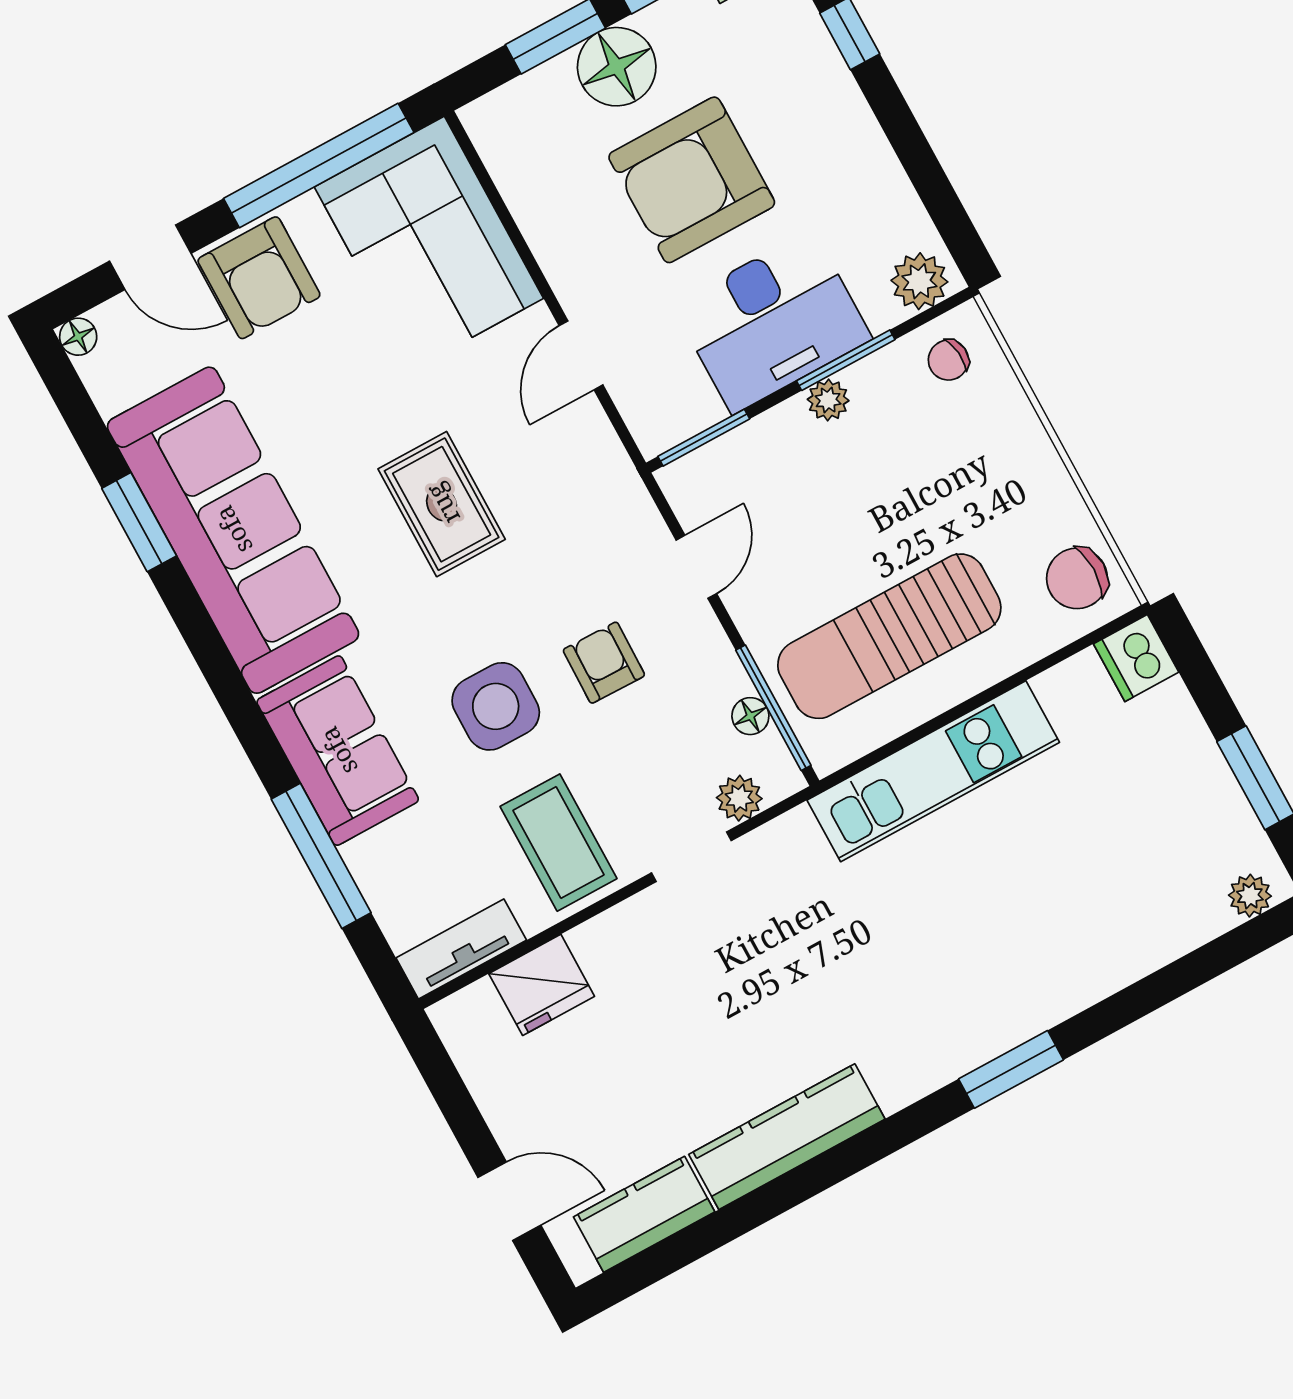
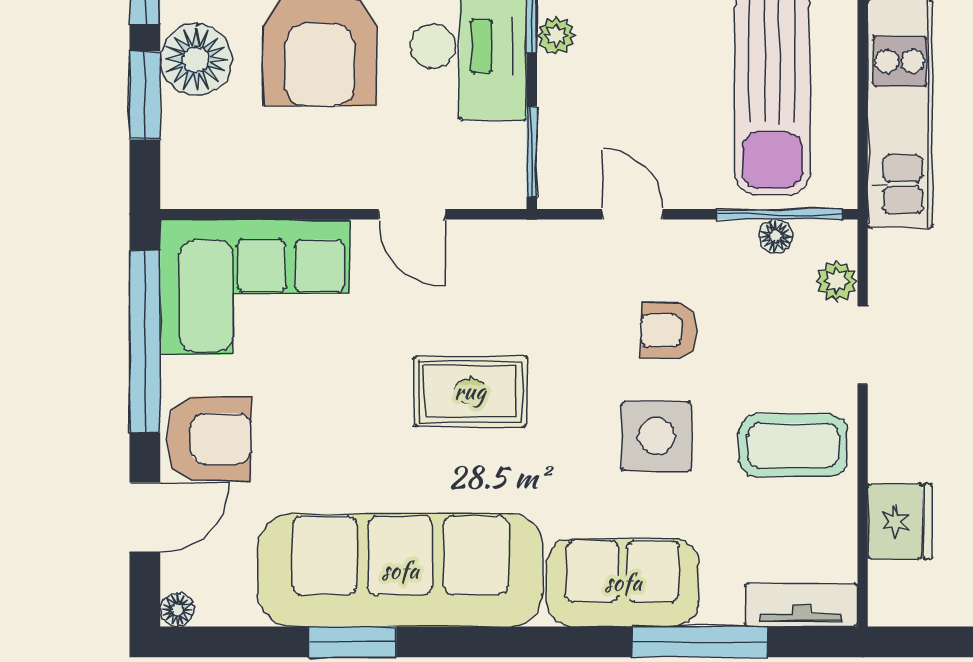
tv unit: (461, 949) -> (801, 605), moved, turned 90

